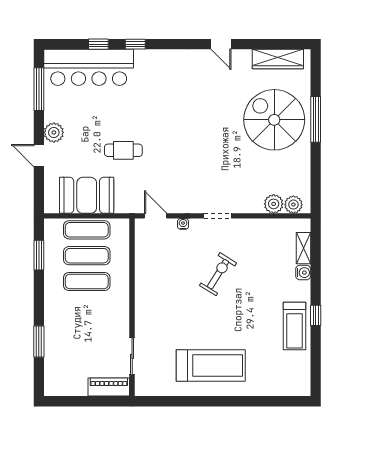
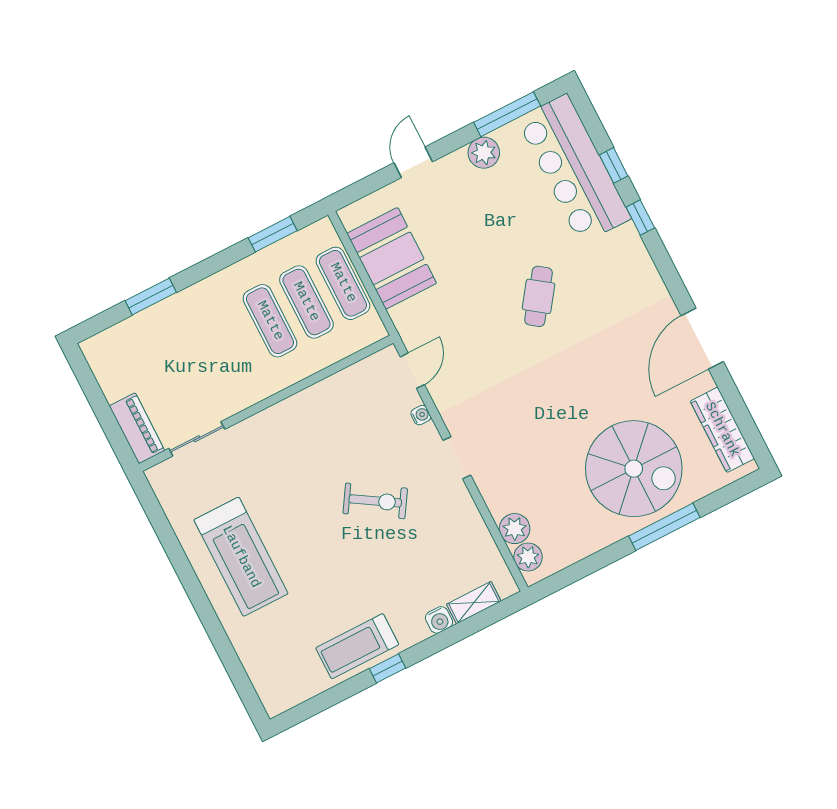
door: (221, 44) -> (702, 339), width x1.87
spiral stairs: (274, 120) -> (634, 469), turned 90
plant: (54, 132) -> (484, 153), moved
cafe table: (123, 150) -> (539, 296), moved, turned 36

